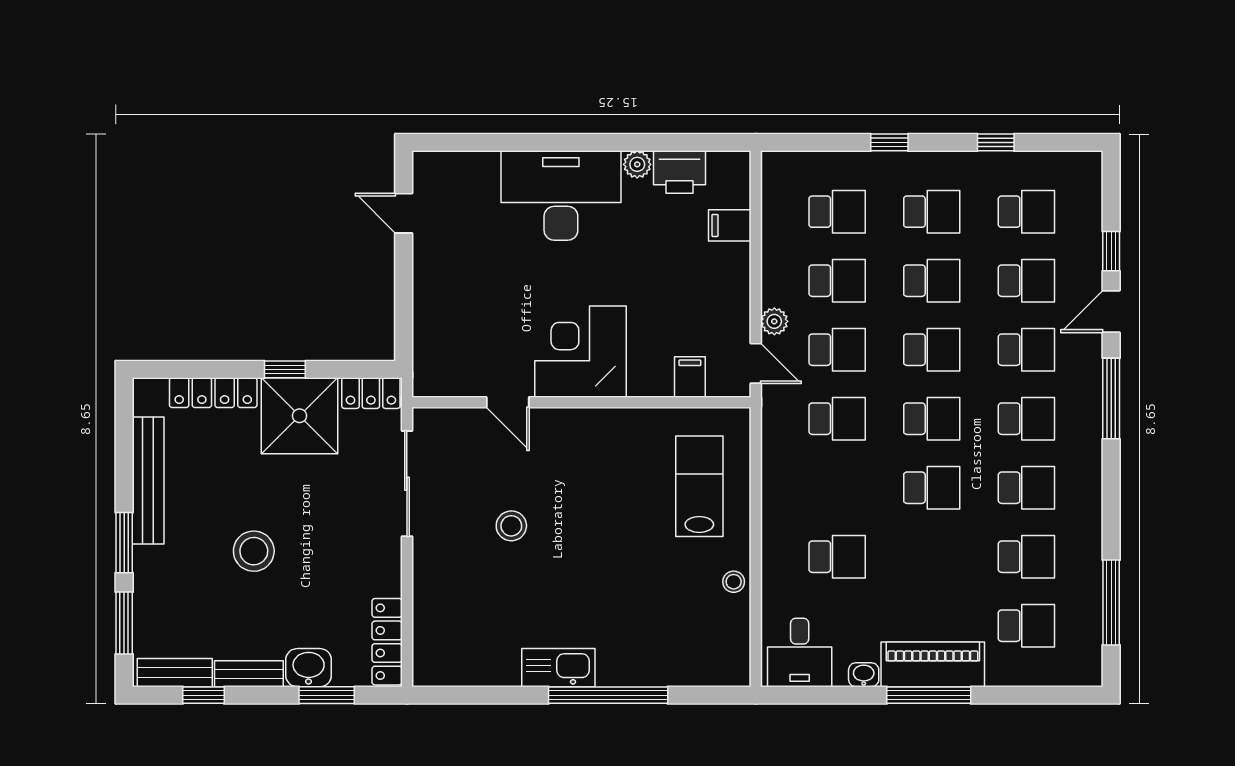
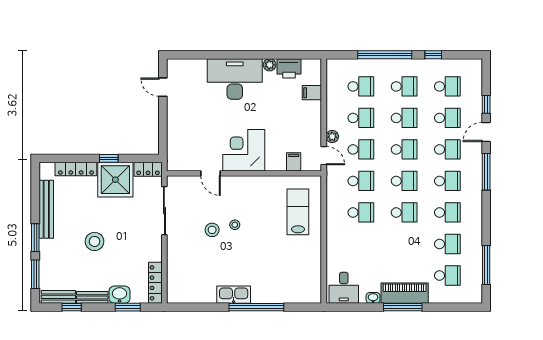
window: (889, 142) -> (385, 55), width x3.17
school desk: (837, 557) -> (361, 212), moved
stool: (734, 582) -> (235, 225), moved

